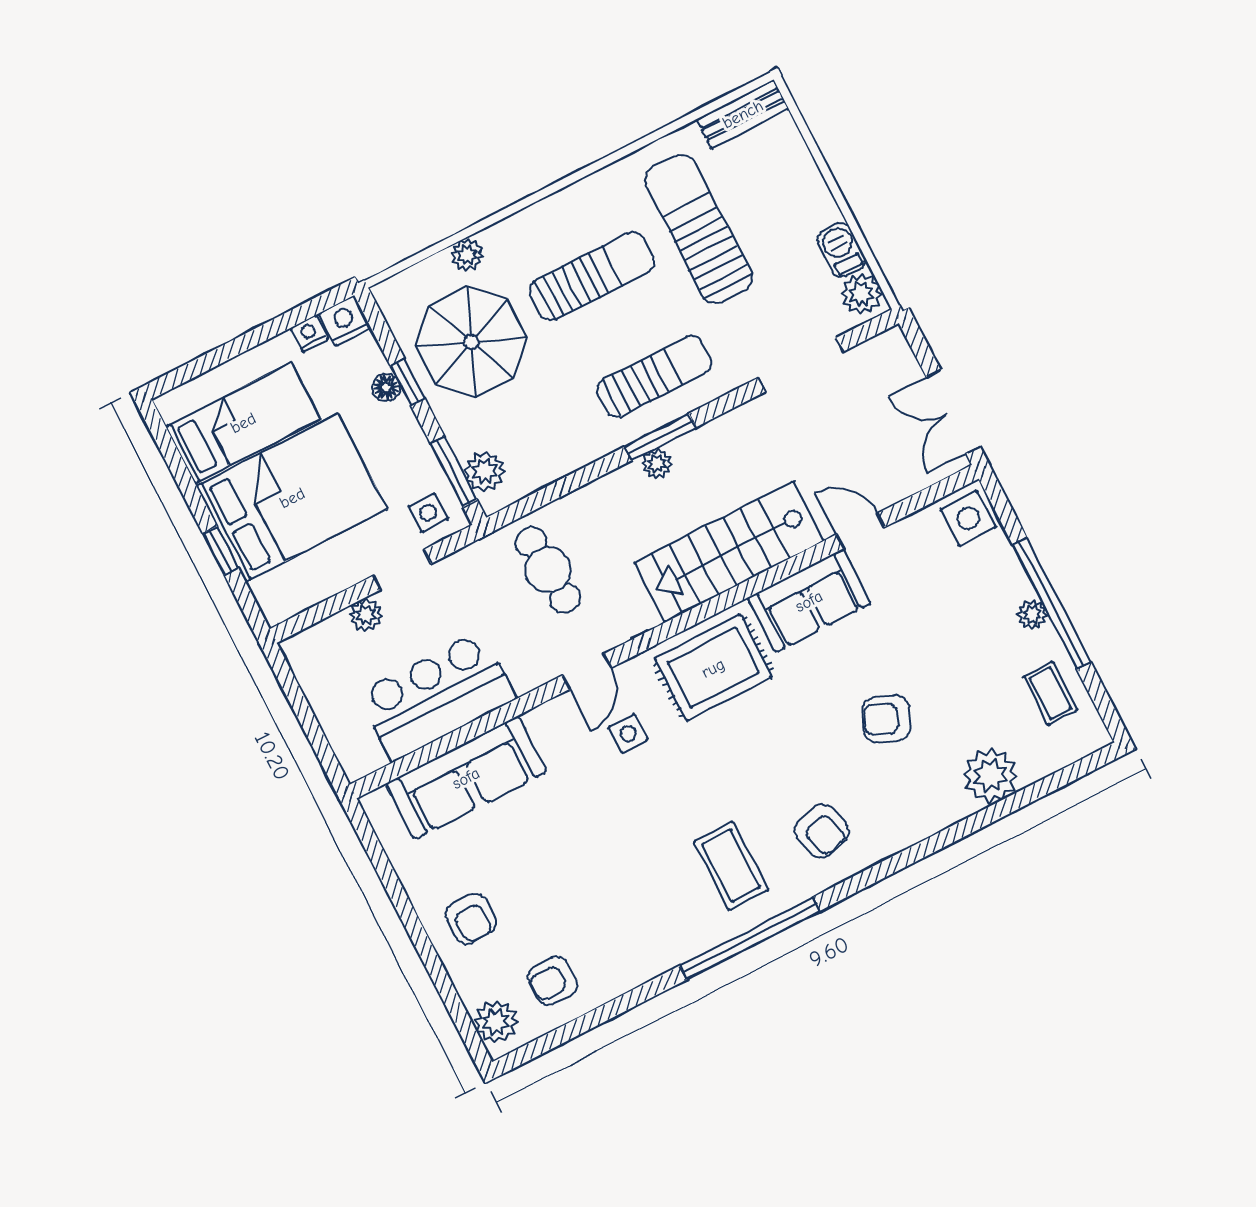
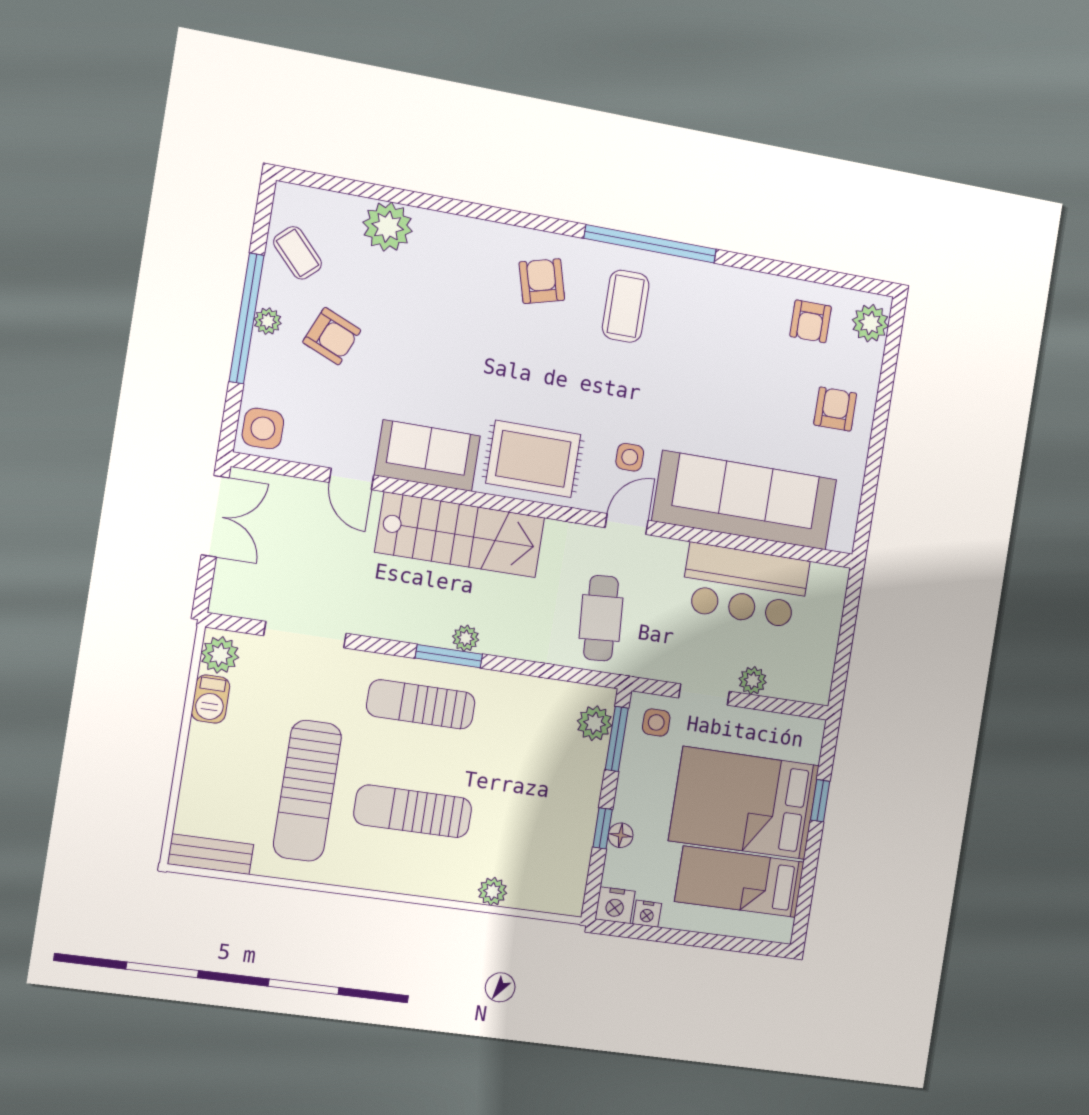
parasol: (471, 342) -> (536, 825), removed
coffee table: (1050, 693) -> (298, 253), turned -43
armchair: (886, 719) -> (332, 336), moved
sofa: (466, 778) -> (745, 500), width x1.36, depth x1.27
armchair: (553, 981) -> (811, 321), turned 90

